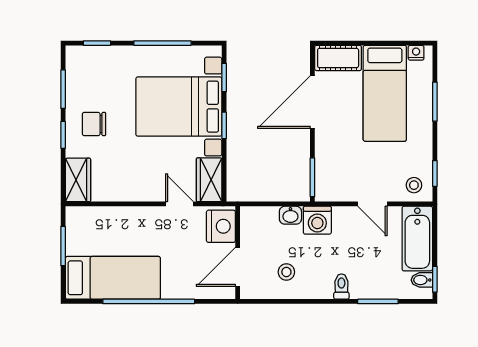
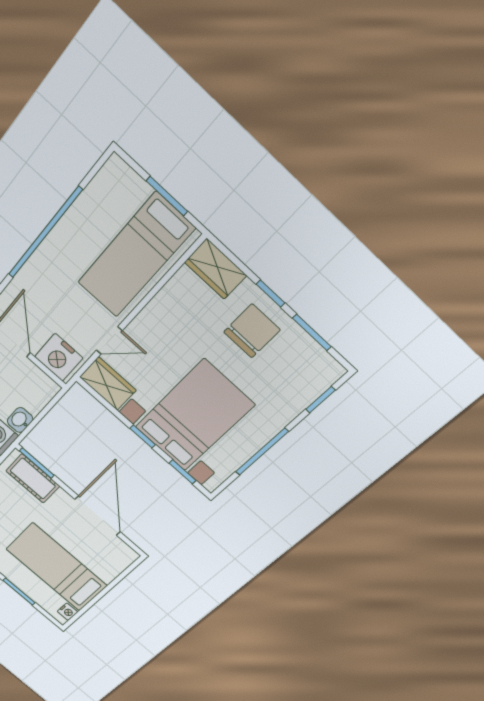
cot: (338, 58) -> (33, 478), moved, turned 90
chair: (94, 124) -> (252, 331), width x1.37, depth x1.37
bed: (113, 278) -> (135, 256), moved

